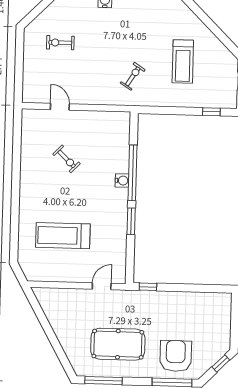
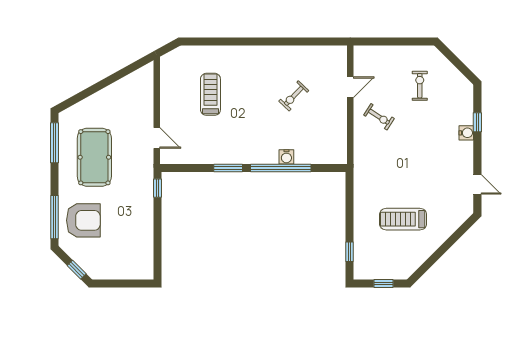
exercise bike: (133, 76) -> (379, 117), moved
water cooler: (122, 180) -> (286, 157), moved
treadmill: (63, 236) -> (210, 94), width x0.73, depth x0.73

